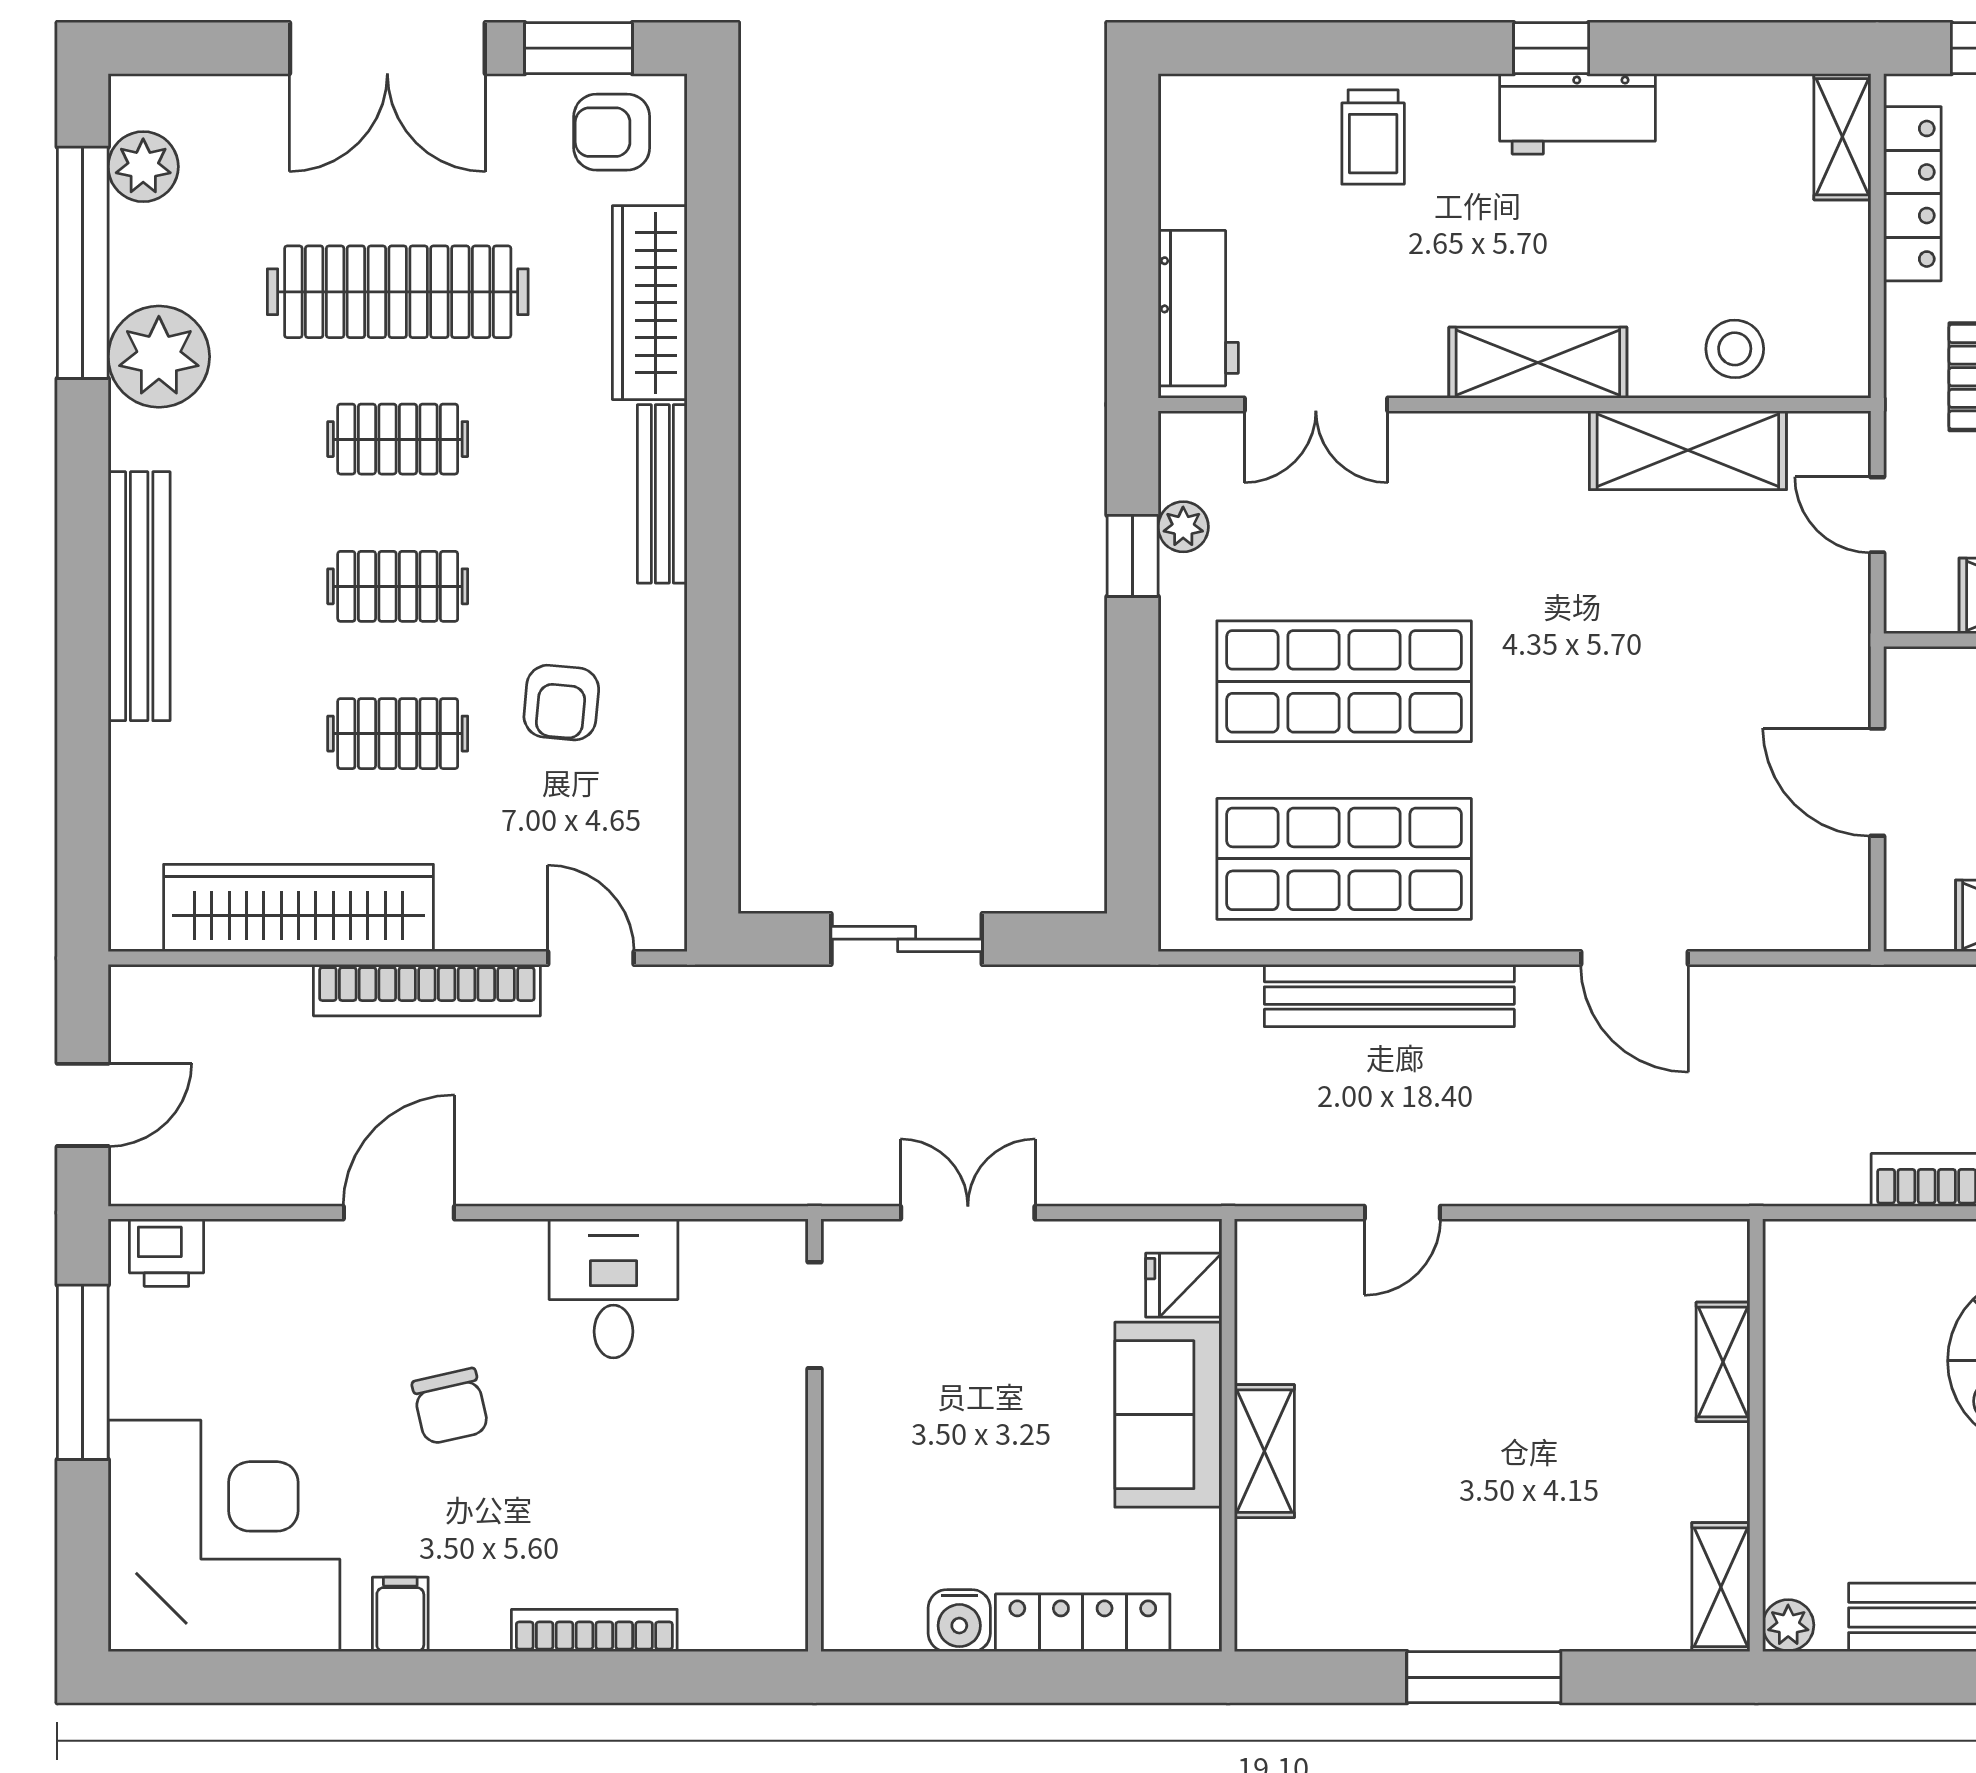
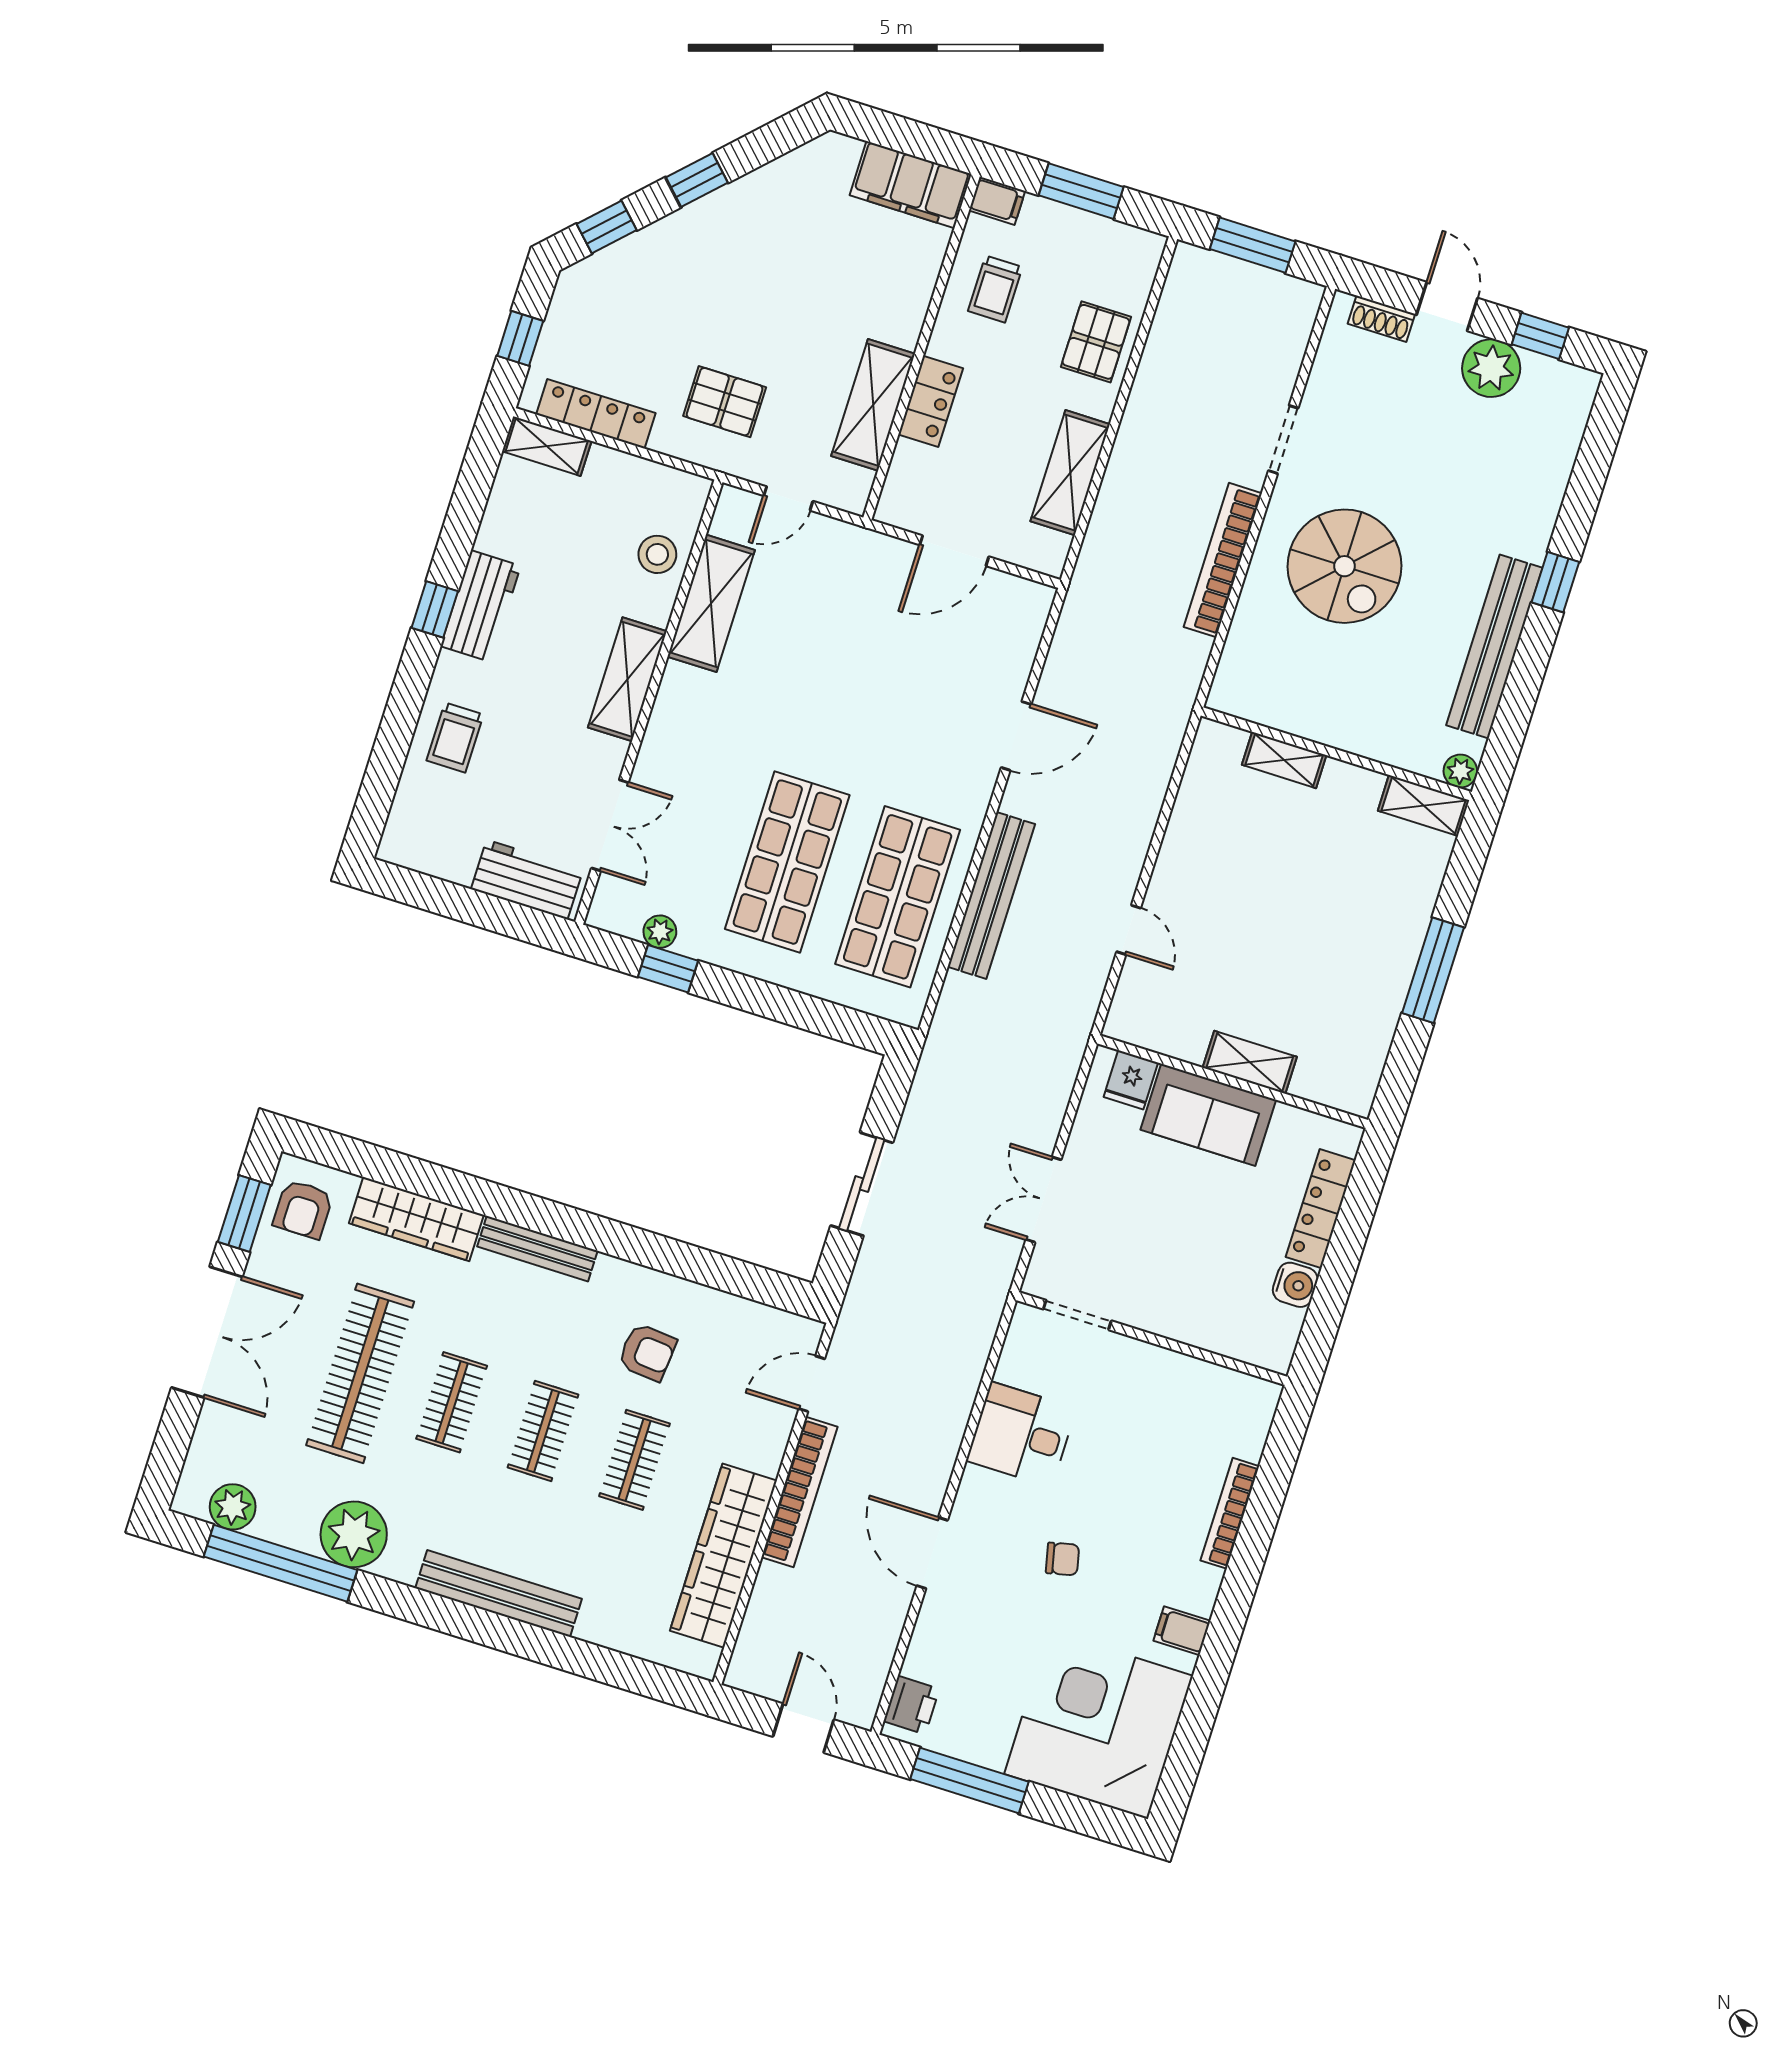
trolley: (1373, 137) -> (455, 737), turned 90
chair: (450, 1406) -> (1063, 1559), width x0.73, depth x0.73

